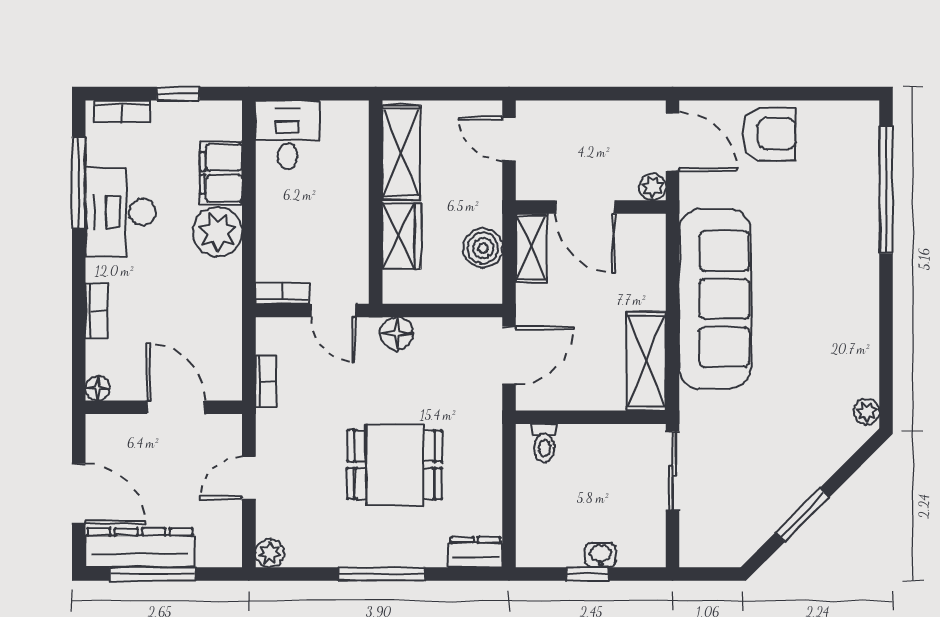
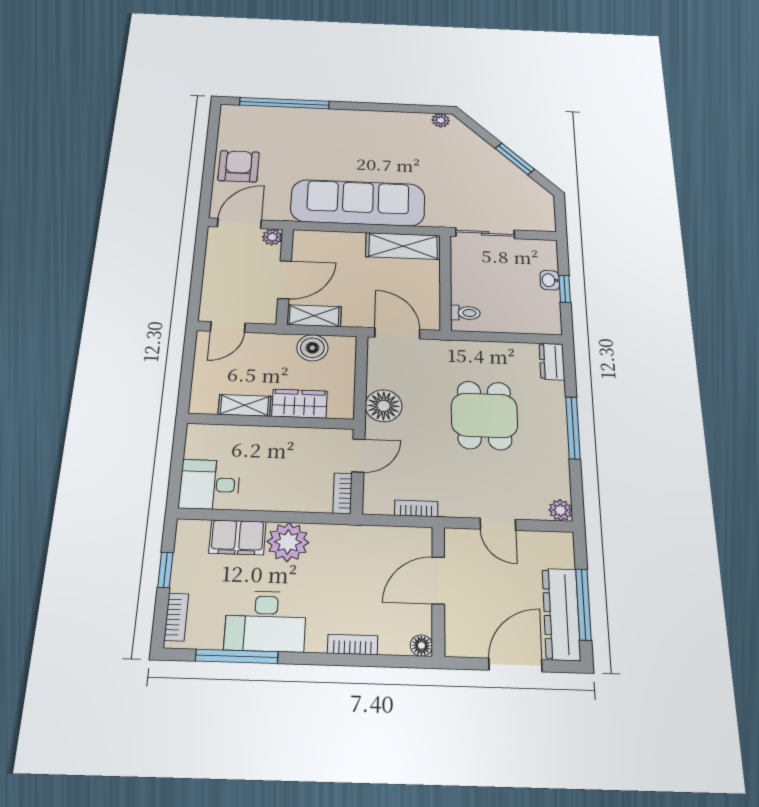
shelving: (401, 153) -> (244, 405), width x0.67, depth x0.75
floor lamp: (397, 334) -> (384, 406), width x1.38, depth x1.38

